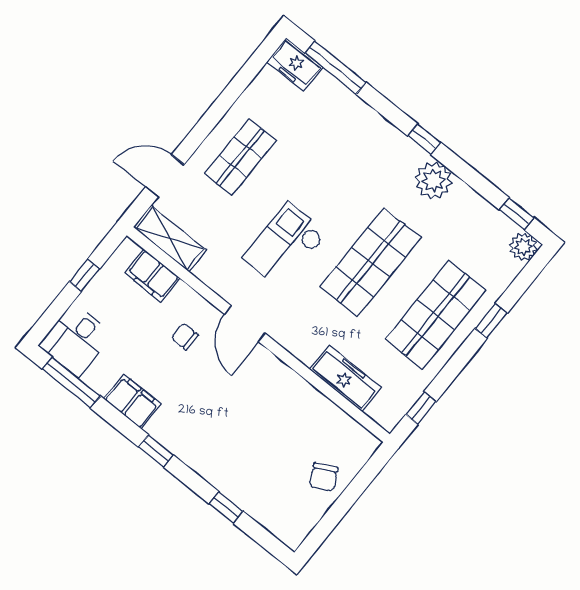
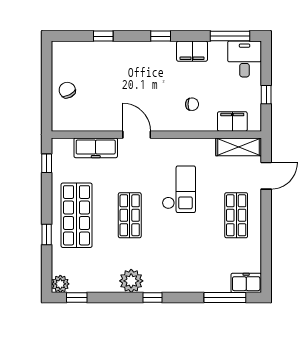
shop shelf: (371, 262) -> (130, 215), width x0.70, depth x0.74
door: (245, 324) -> (137, 135), moved

